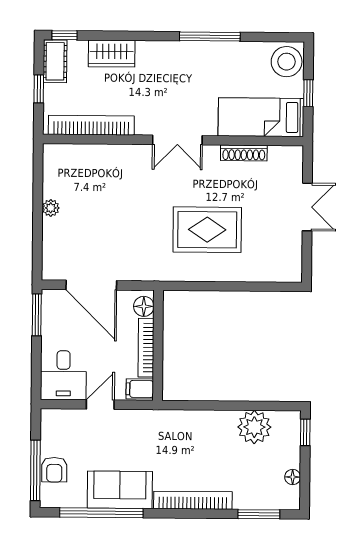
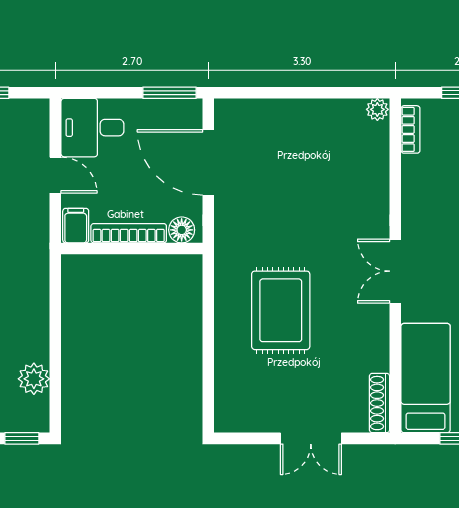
bookcase: (91, 125) -> (410, 129), width x0.43, depth x0.76
shoe rack: (244, 153) -> (380, 403), moved
plant: (51, 208) -> (377, 109), moved
door: (91, 285) -> (208, 162), hinge flipped
plant: (254, 427) -> (34, 379), width x0.73, depth x0.73

